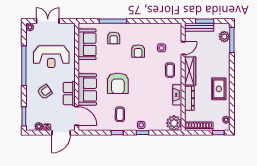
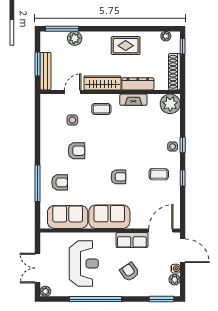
plant: (224, 37) -> (75, 38), moved
door: (183, 48) -> (73, 92), hinge flipped
armchair: (118, 83) -> (118, 177), width x0.53, depth x0.53
sofa: (87, 90) -> (109, 217), moved

